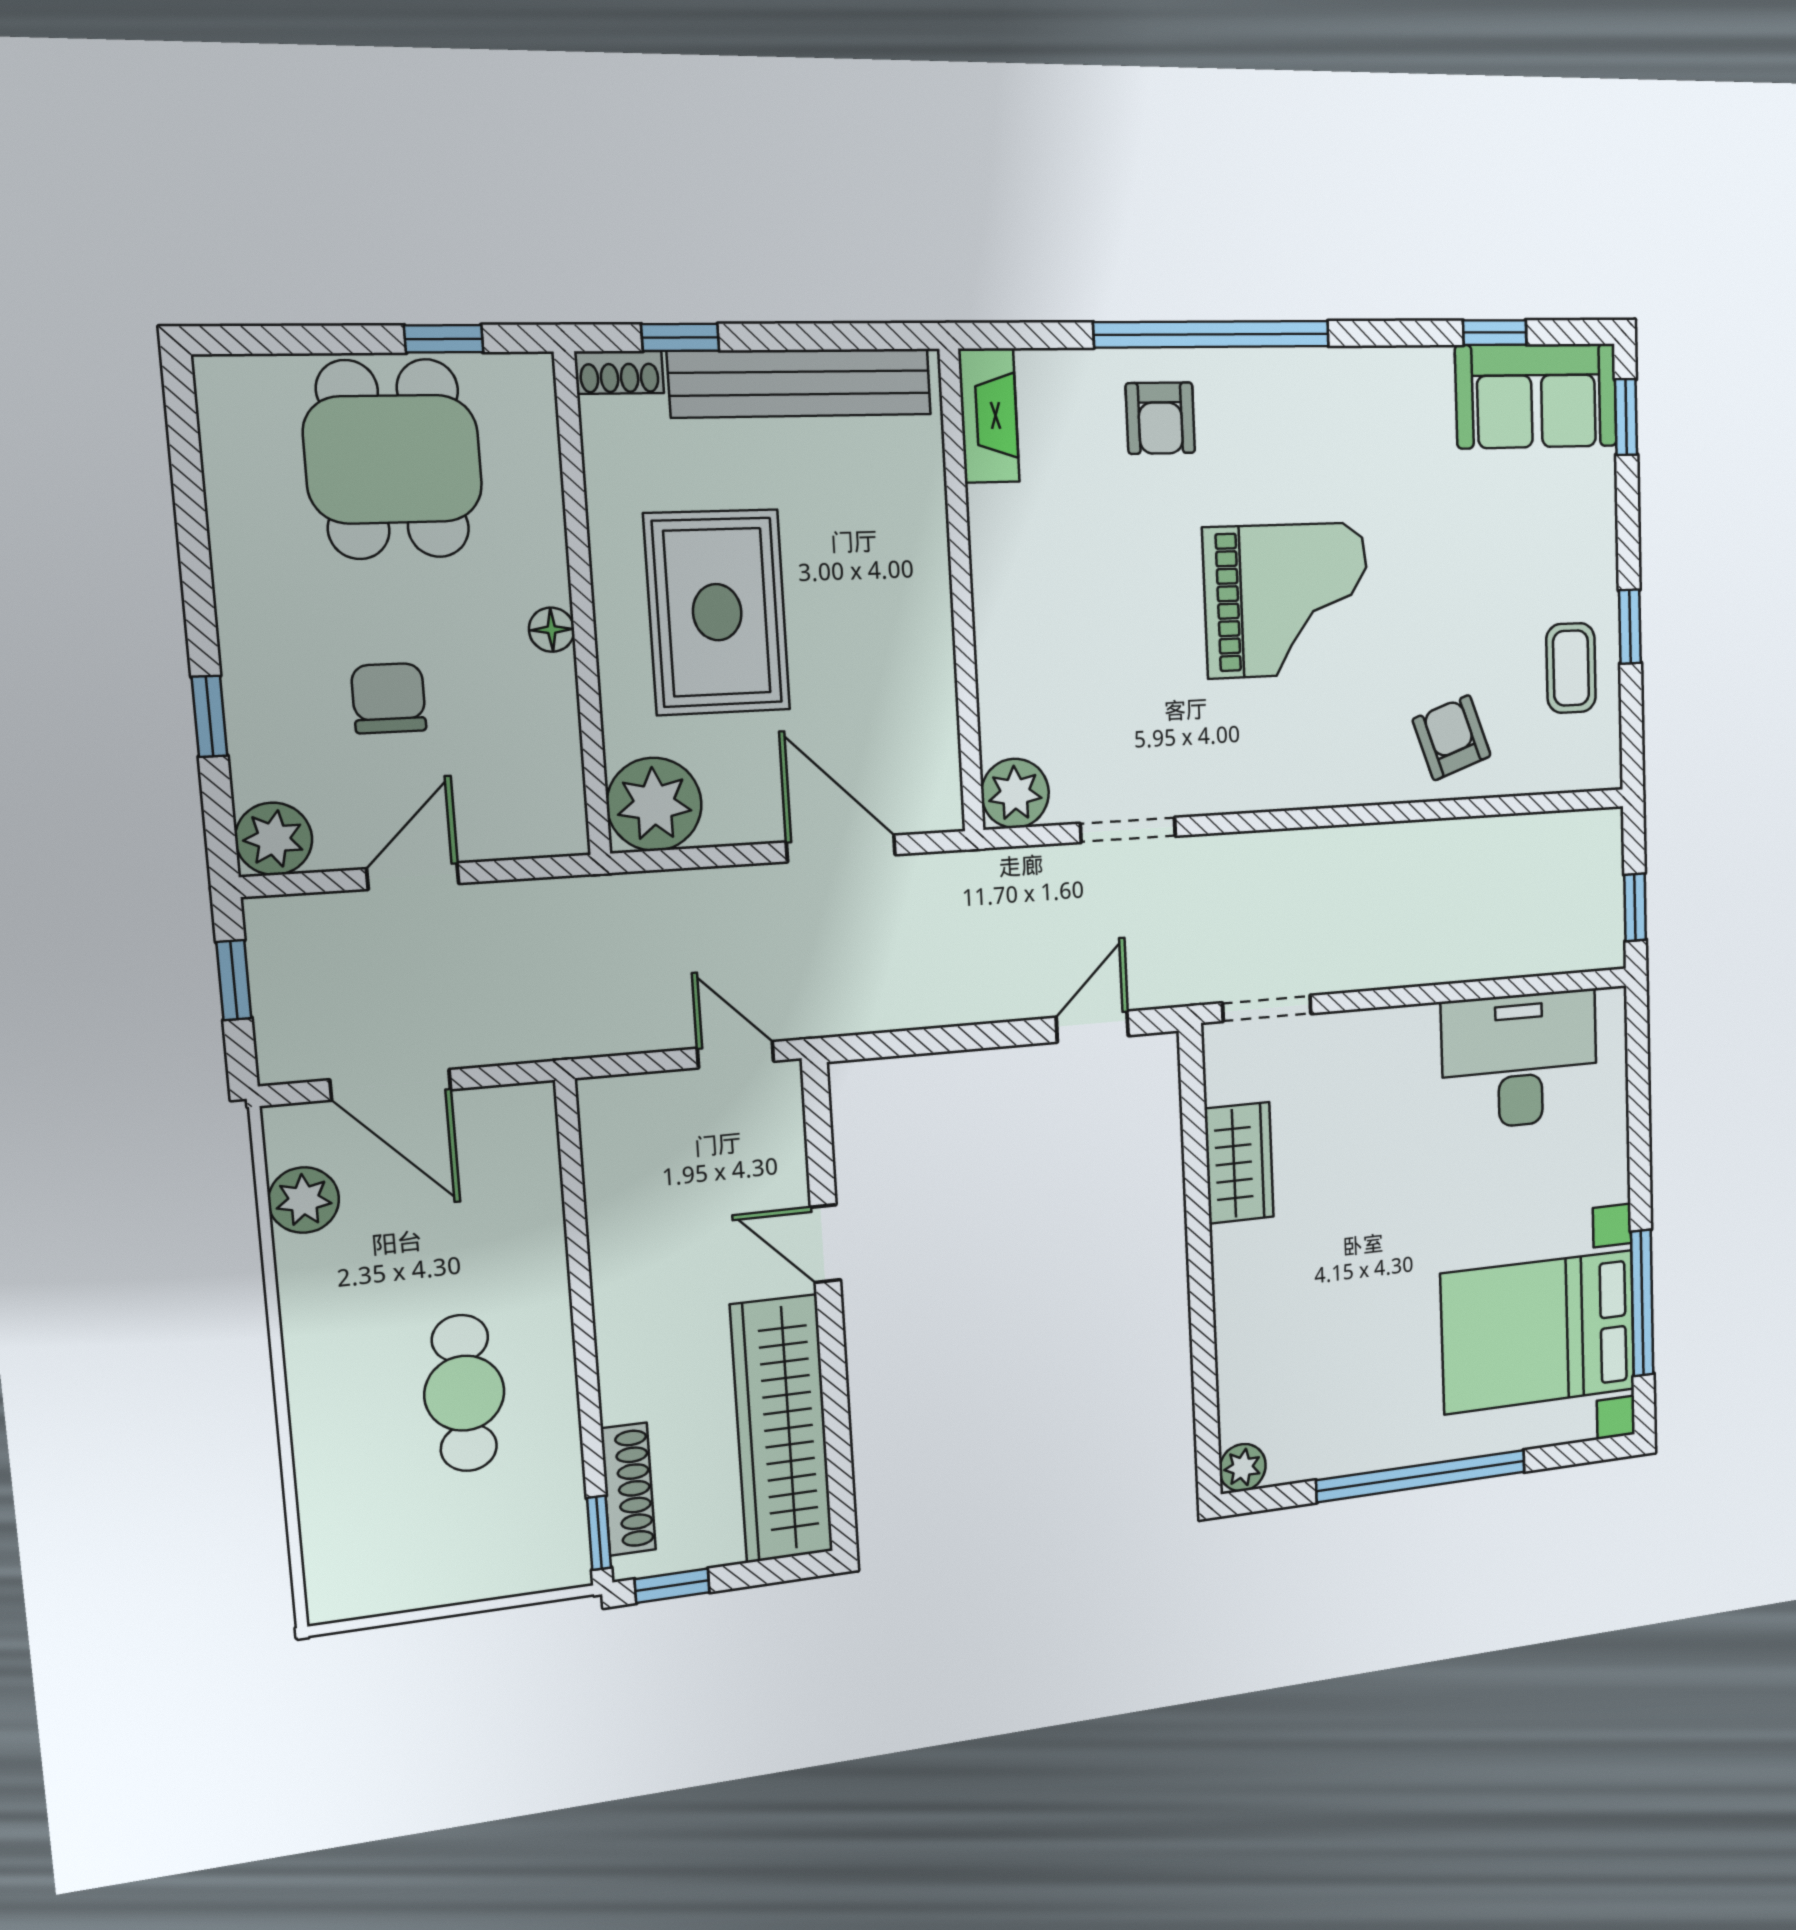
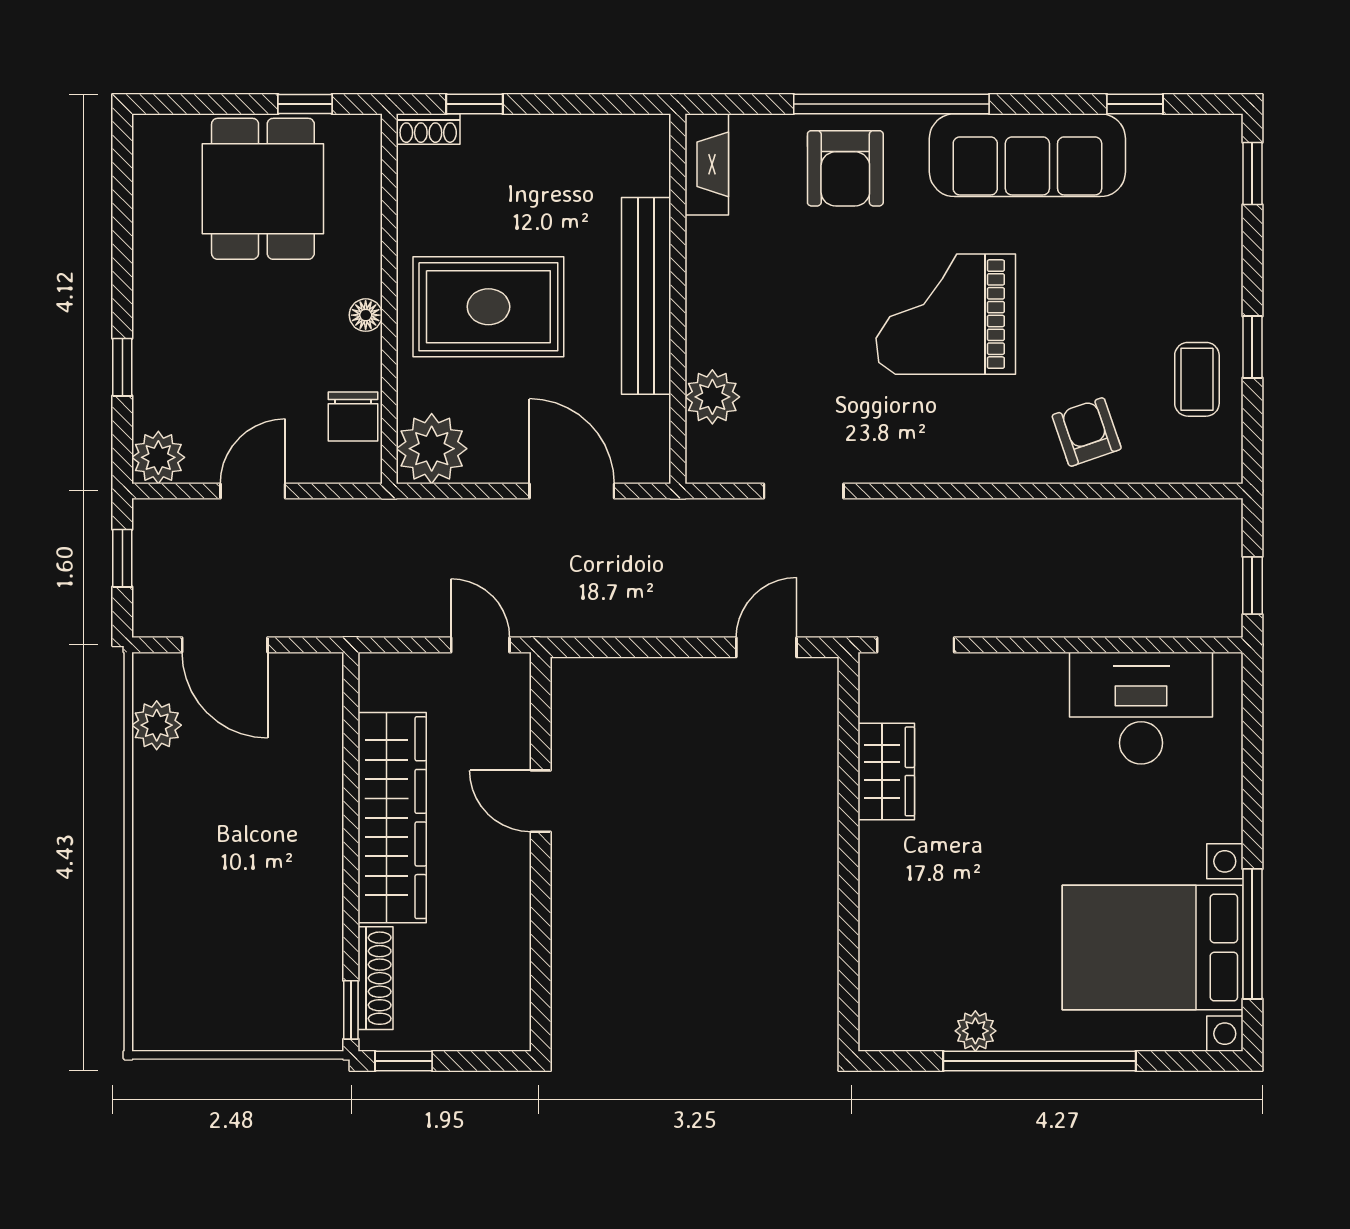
bench: (801, 383) -> (646, 296), moved, turned 90
sofa: (1536, 396) -> (1027, 155), moved, width x1.36
armchair: (1160, 418) -> (845, 168), width x1.38, depth x1.38
grand piano: (1287, 600) -> (946, 314), turned 180
rug: (717, 612) -> (488, 307), turned 90
chair: (389, 698) -> (353, 417), moved, turned 180
plant: (1015, 793) -> (712, 397), moved
cafe table: (464, 1393) -> (259, 886), removed
wardrobe: (782, 1429) -> (392, 818), moved, turned 180
plant: (1243, 1468) -> (975, 1031), moved

